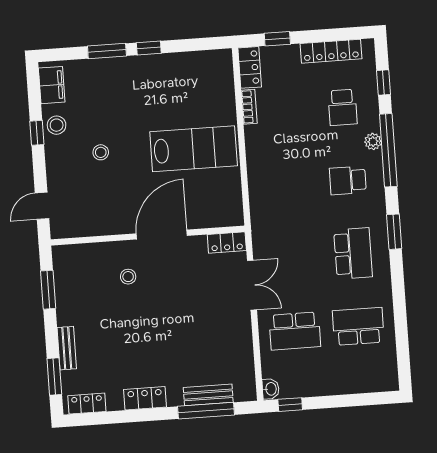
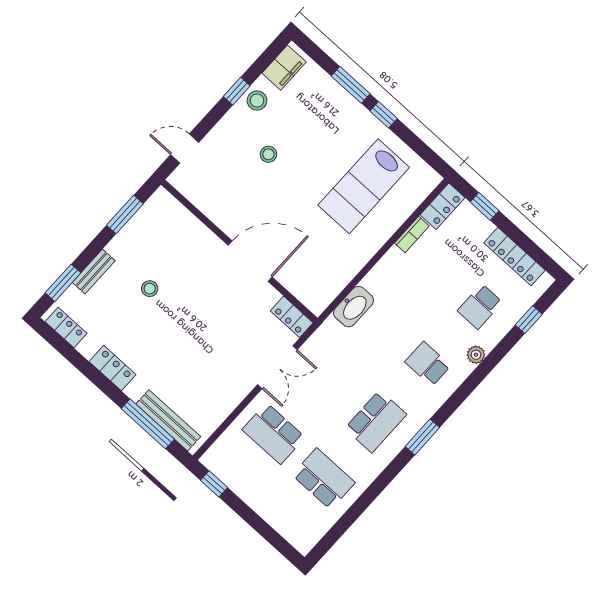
lab bench: (194, 149) -> (364, 186), moved, turned 90
window: (388, 150) -> (480, 373), removed
stool: (128, 277) -> (150, 289), moved
washbasin: (271, 389) -> (354, 307), moved, width x1.91, depth x1.45
bench: (208, 395) -> (168, 420), width x1.36

